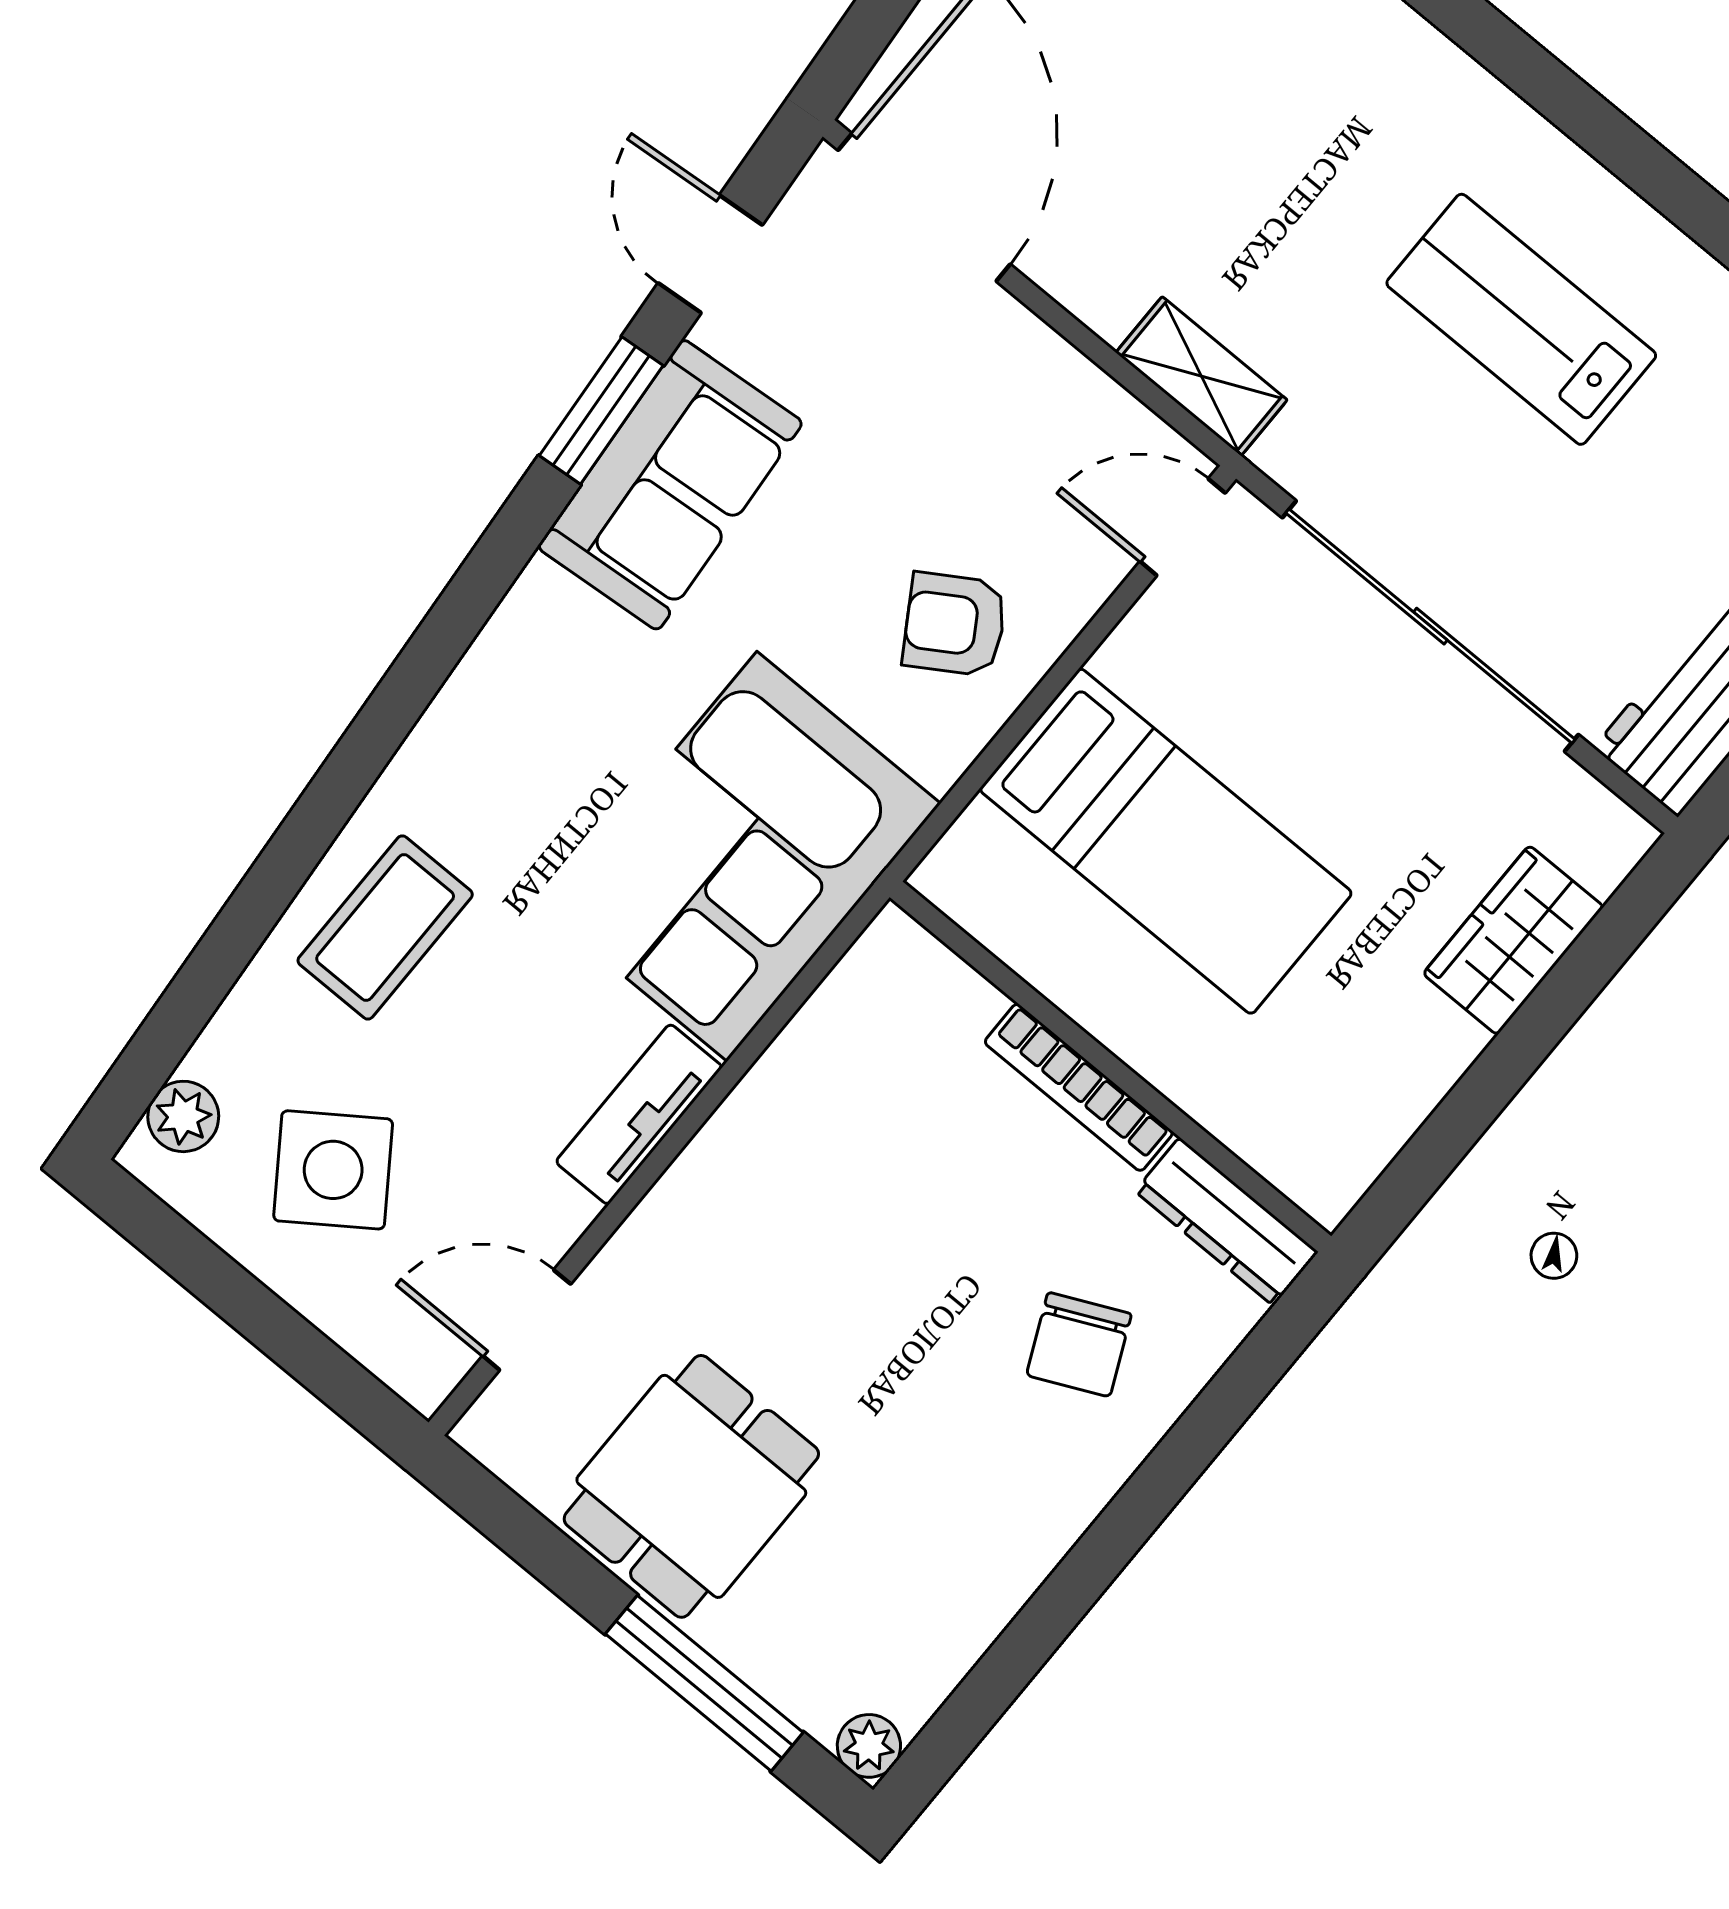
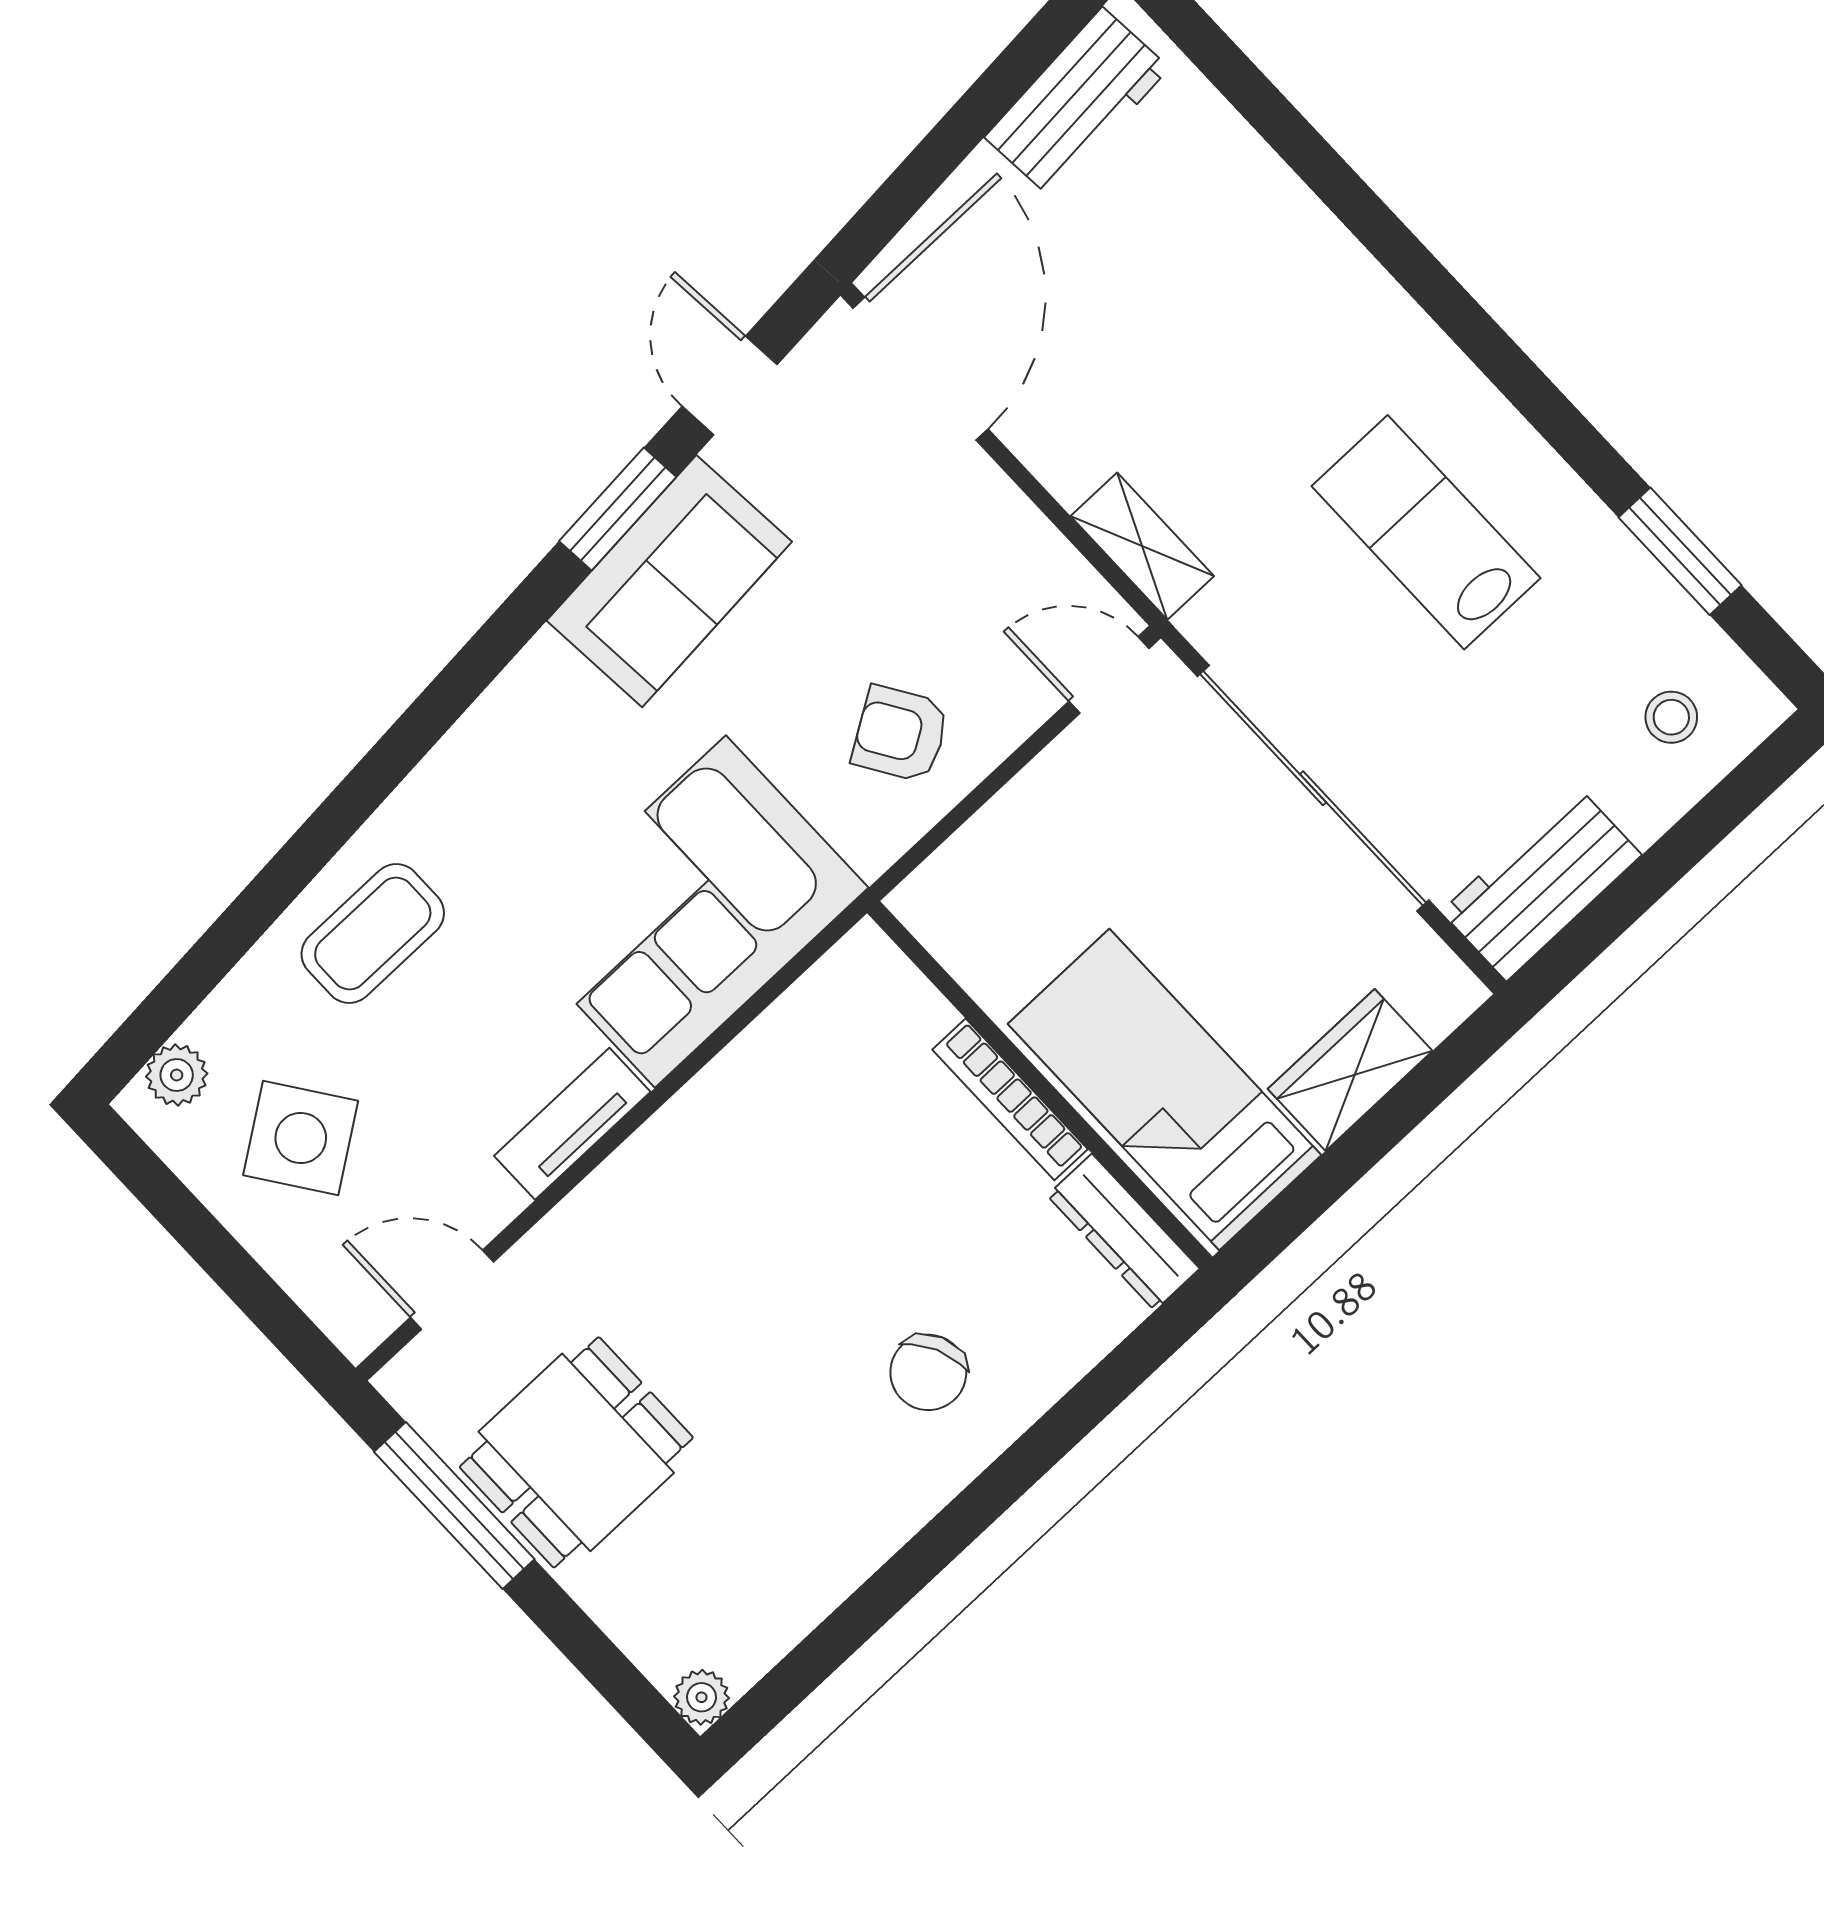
bed: (1166, 841) -> (1164, 1089), moved, turned 180
wall: (1110, 1067) -> (1040, 1085), moved
bookcase: (1079, 1087) -> (1010, 1099), moved
dresser: (1226, 1222) -> (1123, 1232), moved
window: (704, 1683) -> (454, 1506), moved

